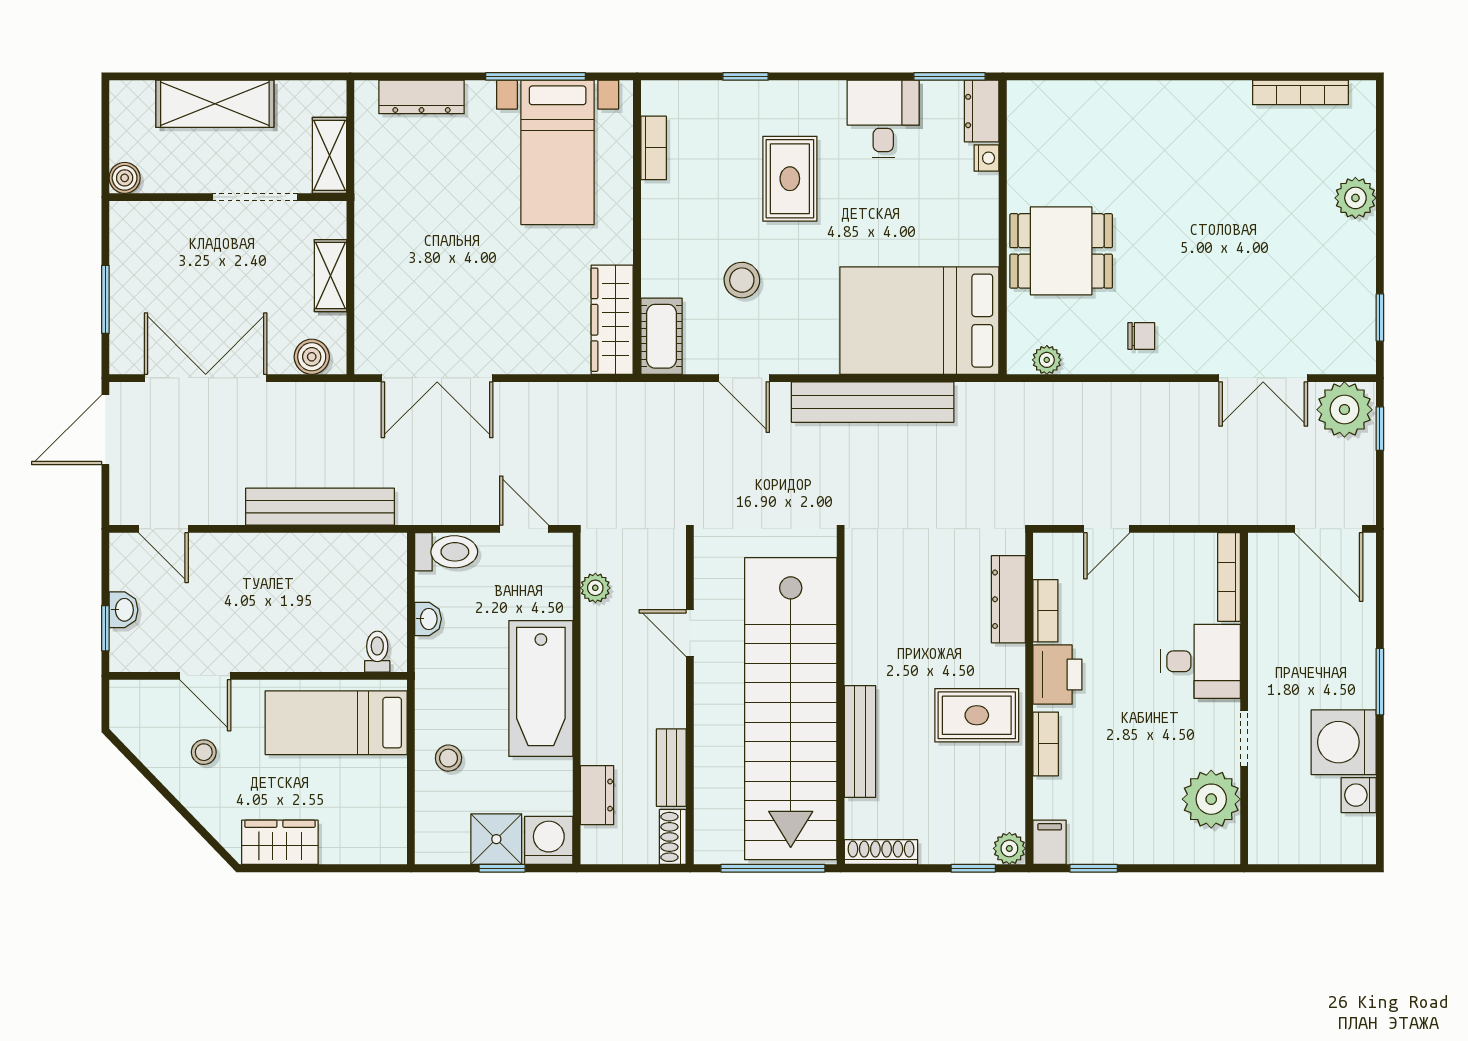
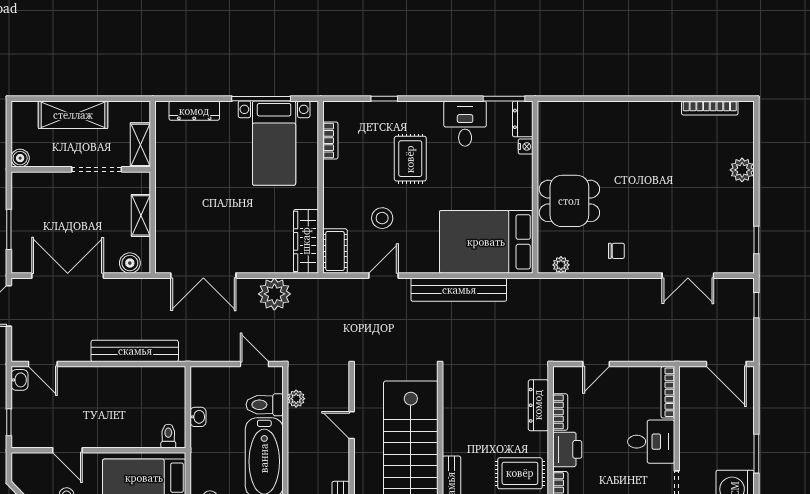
door: (744, 378) -> (384, 276), swing flipped
plant: (1344, 410) -> (274, 294), moved
toilet: (446, 552) -> (265, 405), moved, turned 180
washbasin: (124, 610) -> (19, 380), moved

